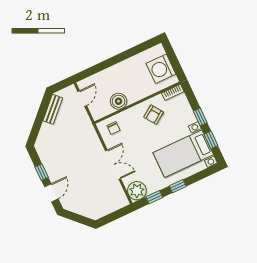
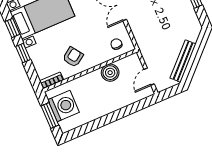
window: (173, 60) -> (50, 115), added
bench: (53, 109) -> (183, 61), width x1.36

